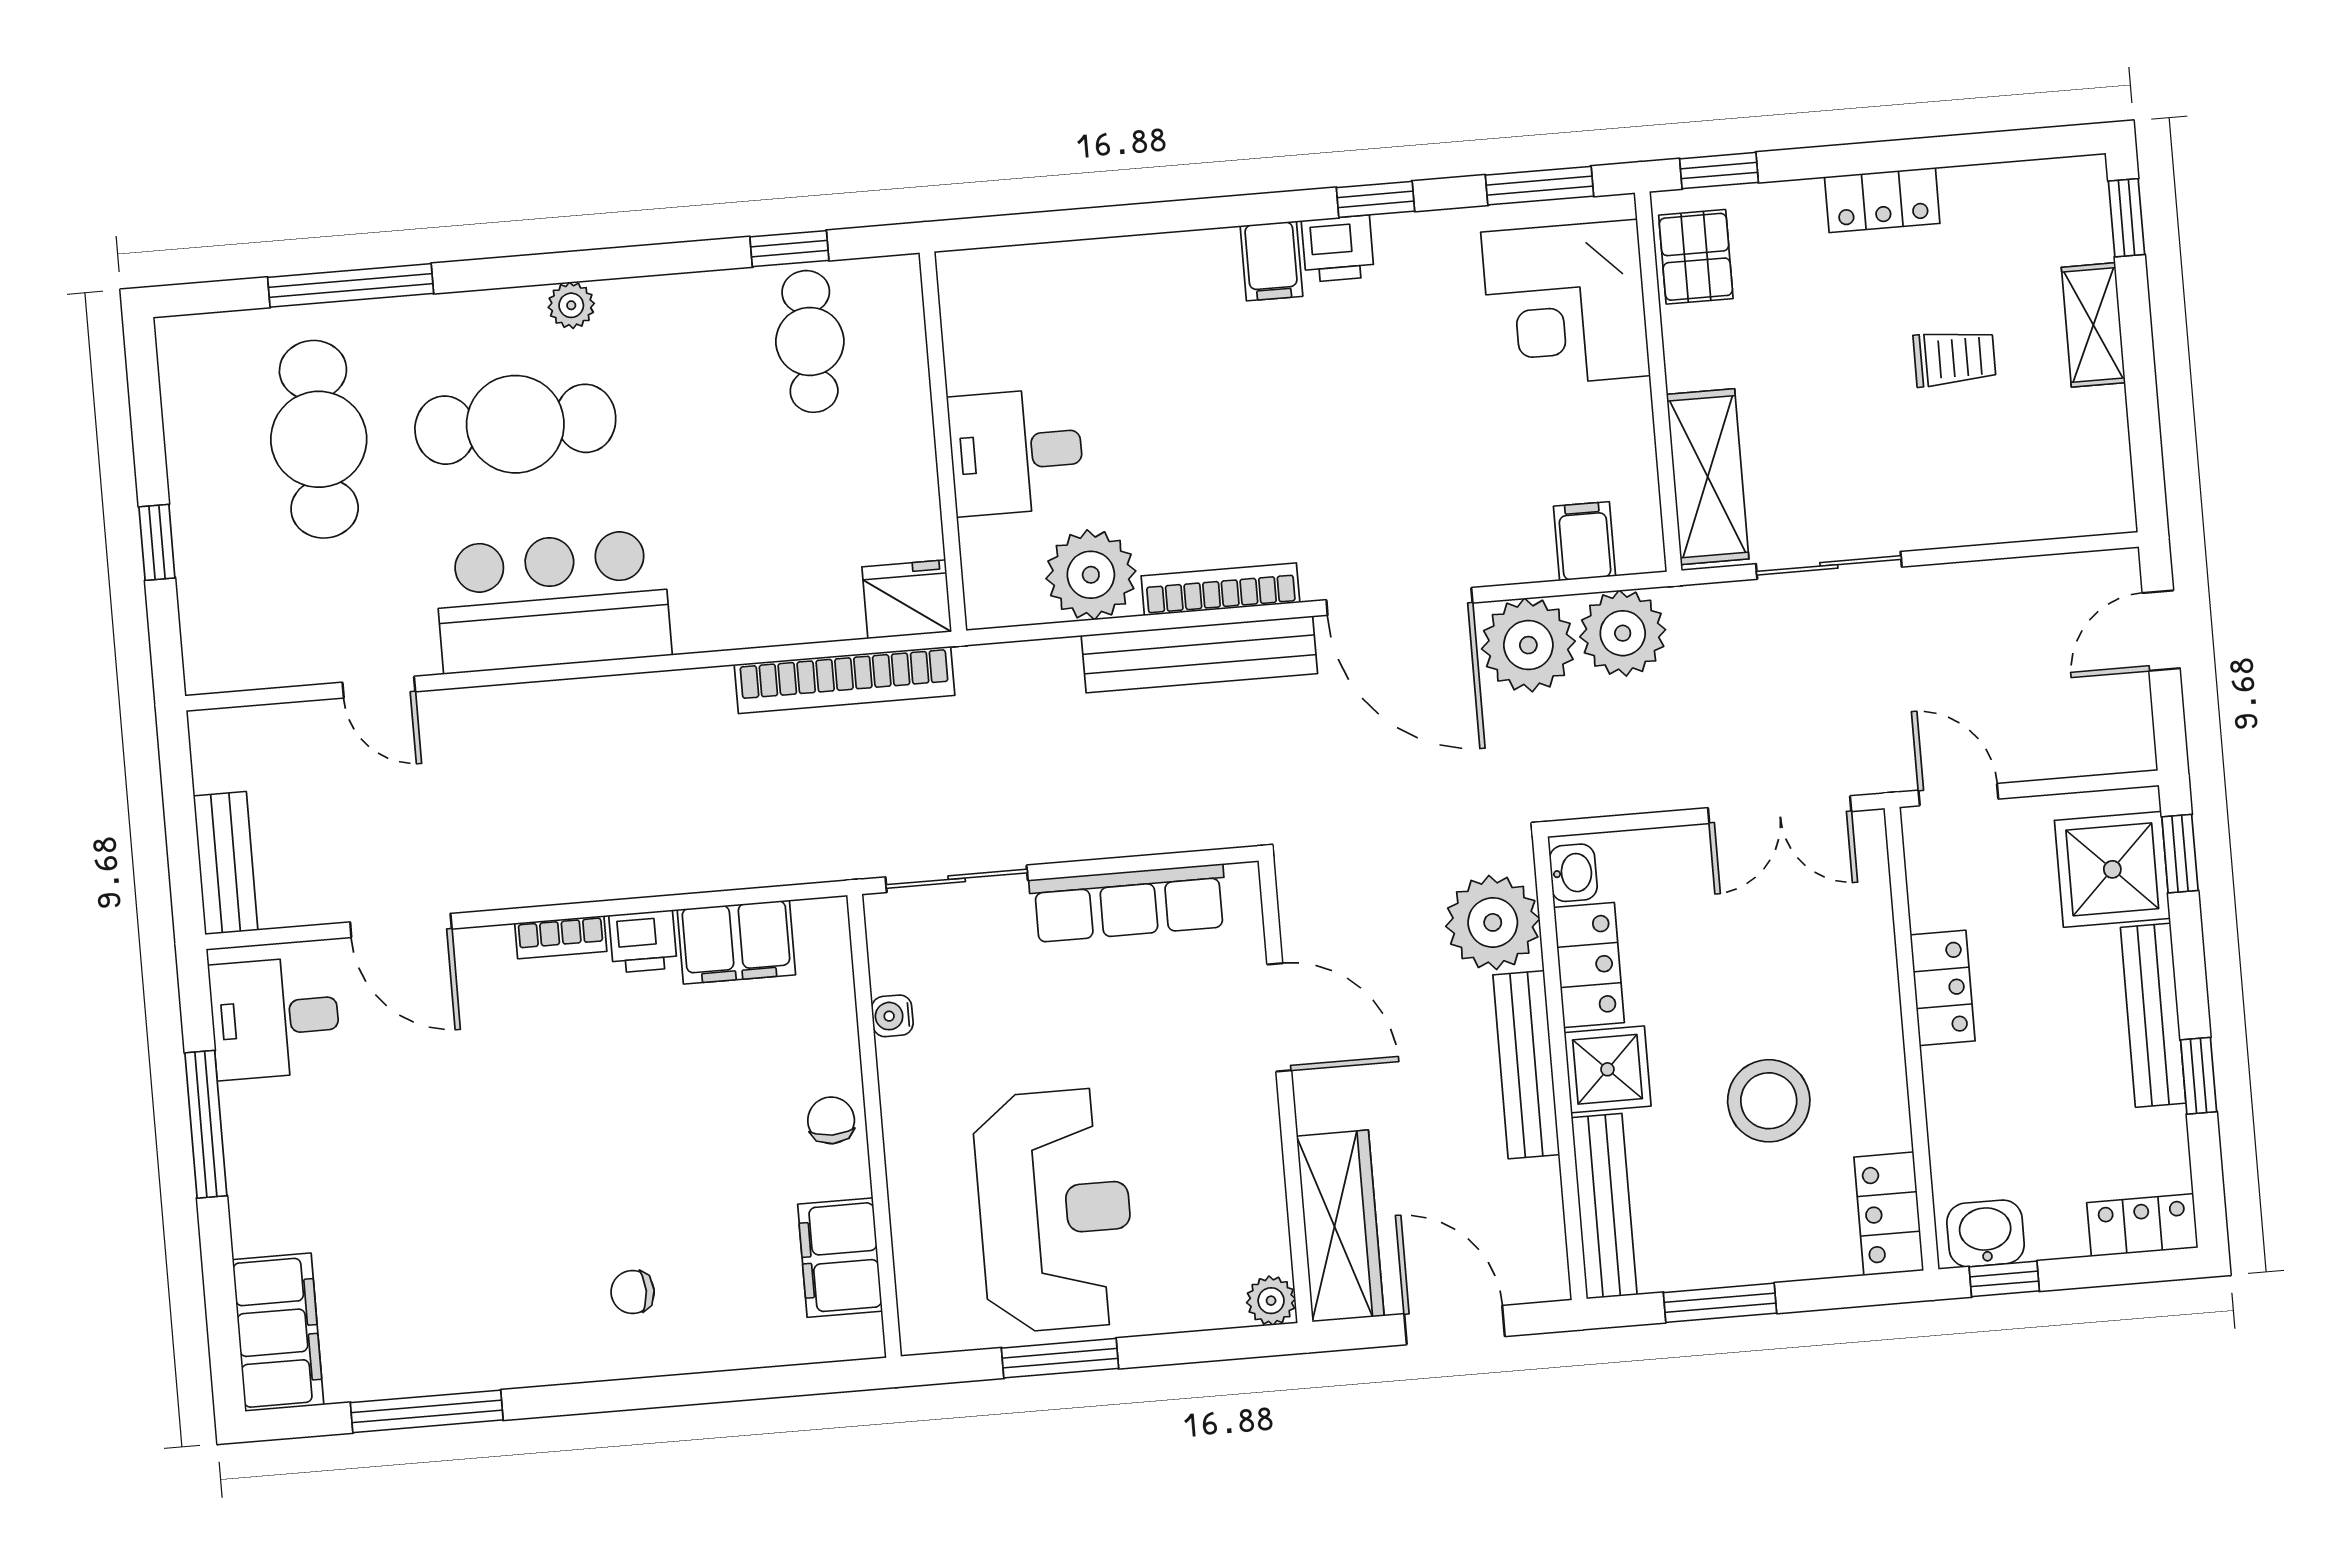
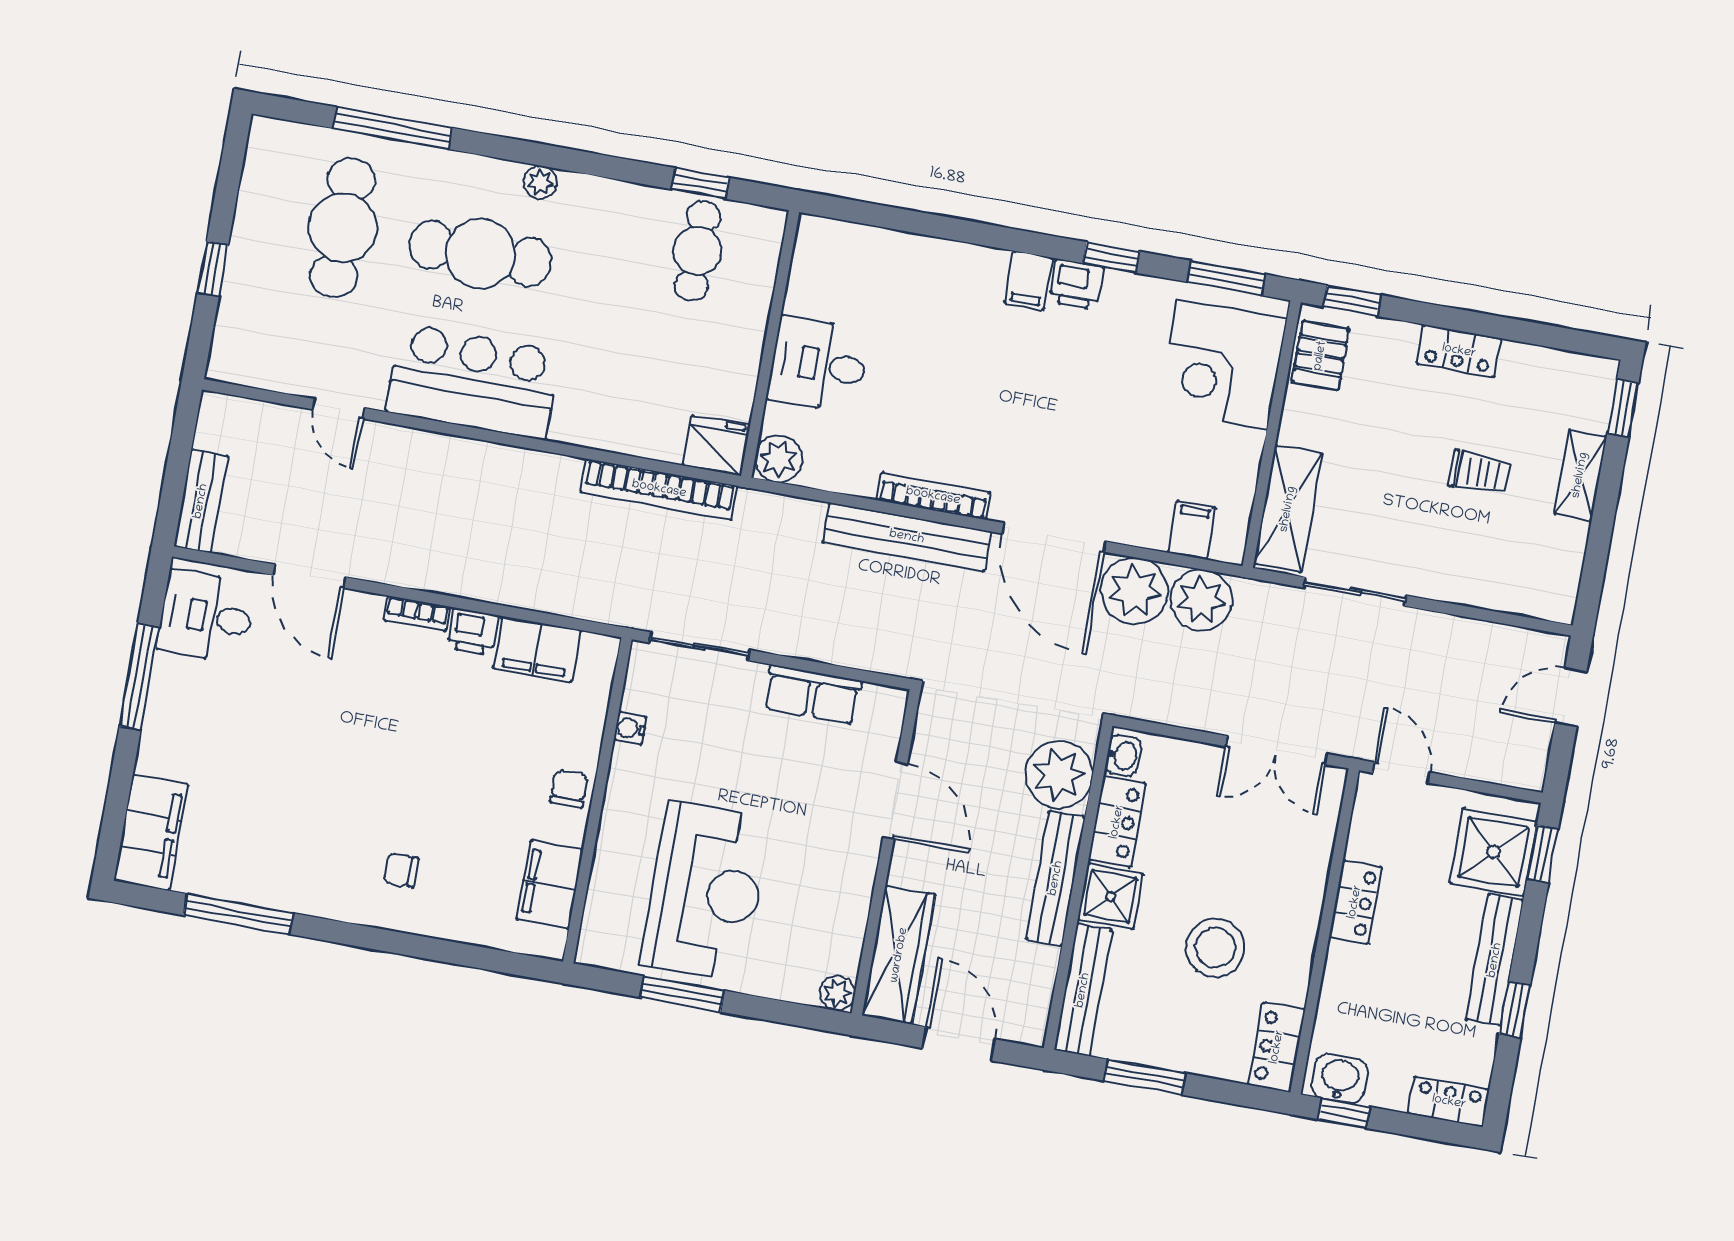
plant: (1091, 575) -> (779, 459), moved, width x0.73, depth x0.73
row of seats: (1128, 903) -> (813, 695), width x0.68

